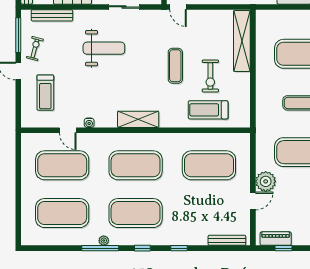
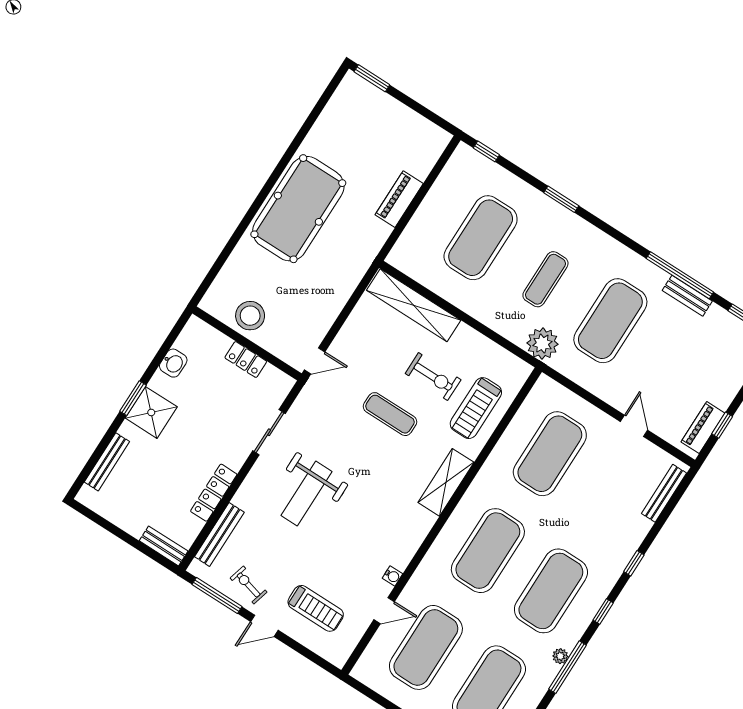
weight bench: (104, 48) -> (307, 493), turned 180
shelving: (138, 119) -> (446, 482), moved
plant: (266, 181) -> (542, 344), moved

